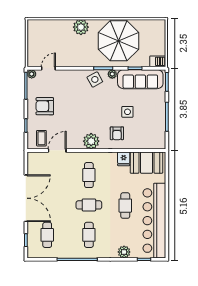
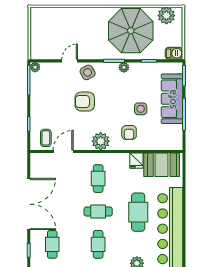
plant: (81, 27) -> (166, 16), moved
door: (48, 68) -> (70, 61), moved
side table: (95, 79) -> (88, 72), moved
sofa: (140, 79) -> (172, 99), moved, turned 90
armchair: (45, 106) -> (85, 102), moved
cafe table: (125, 206) -> (138, 212), width x1.37, depth x1.35

